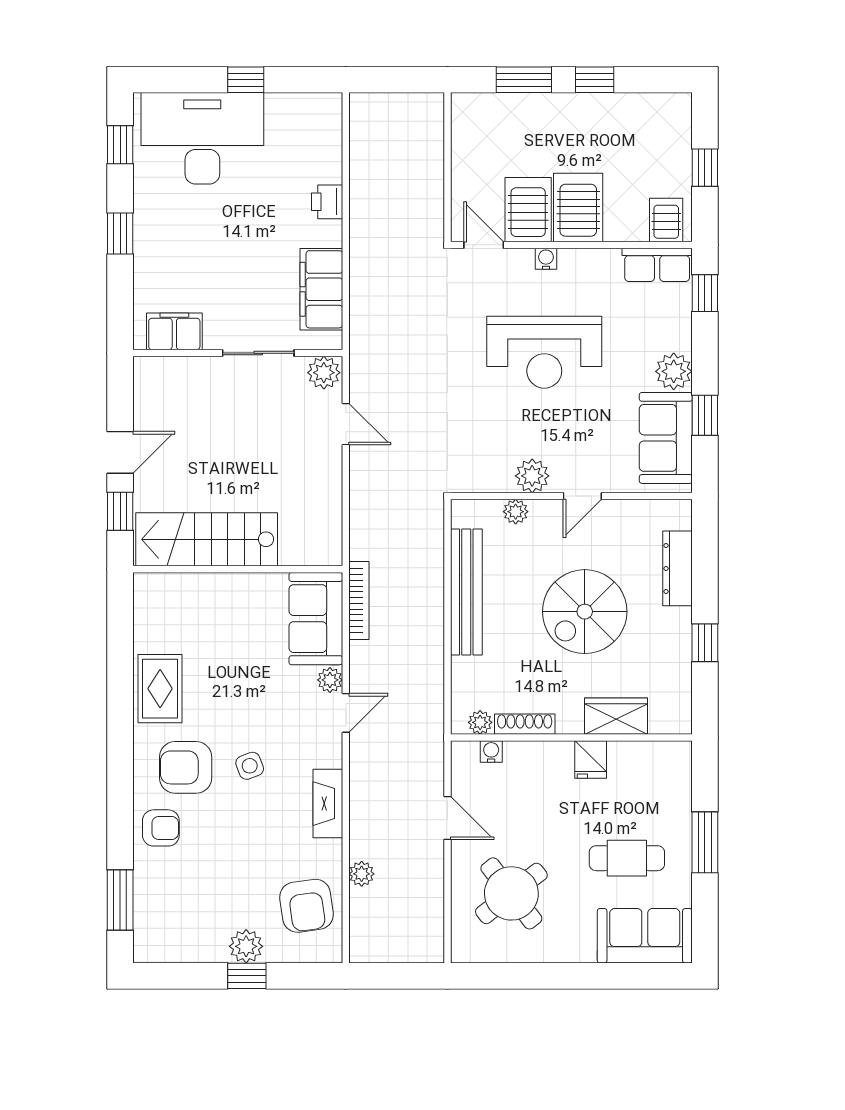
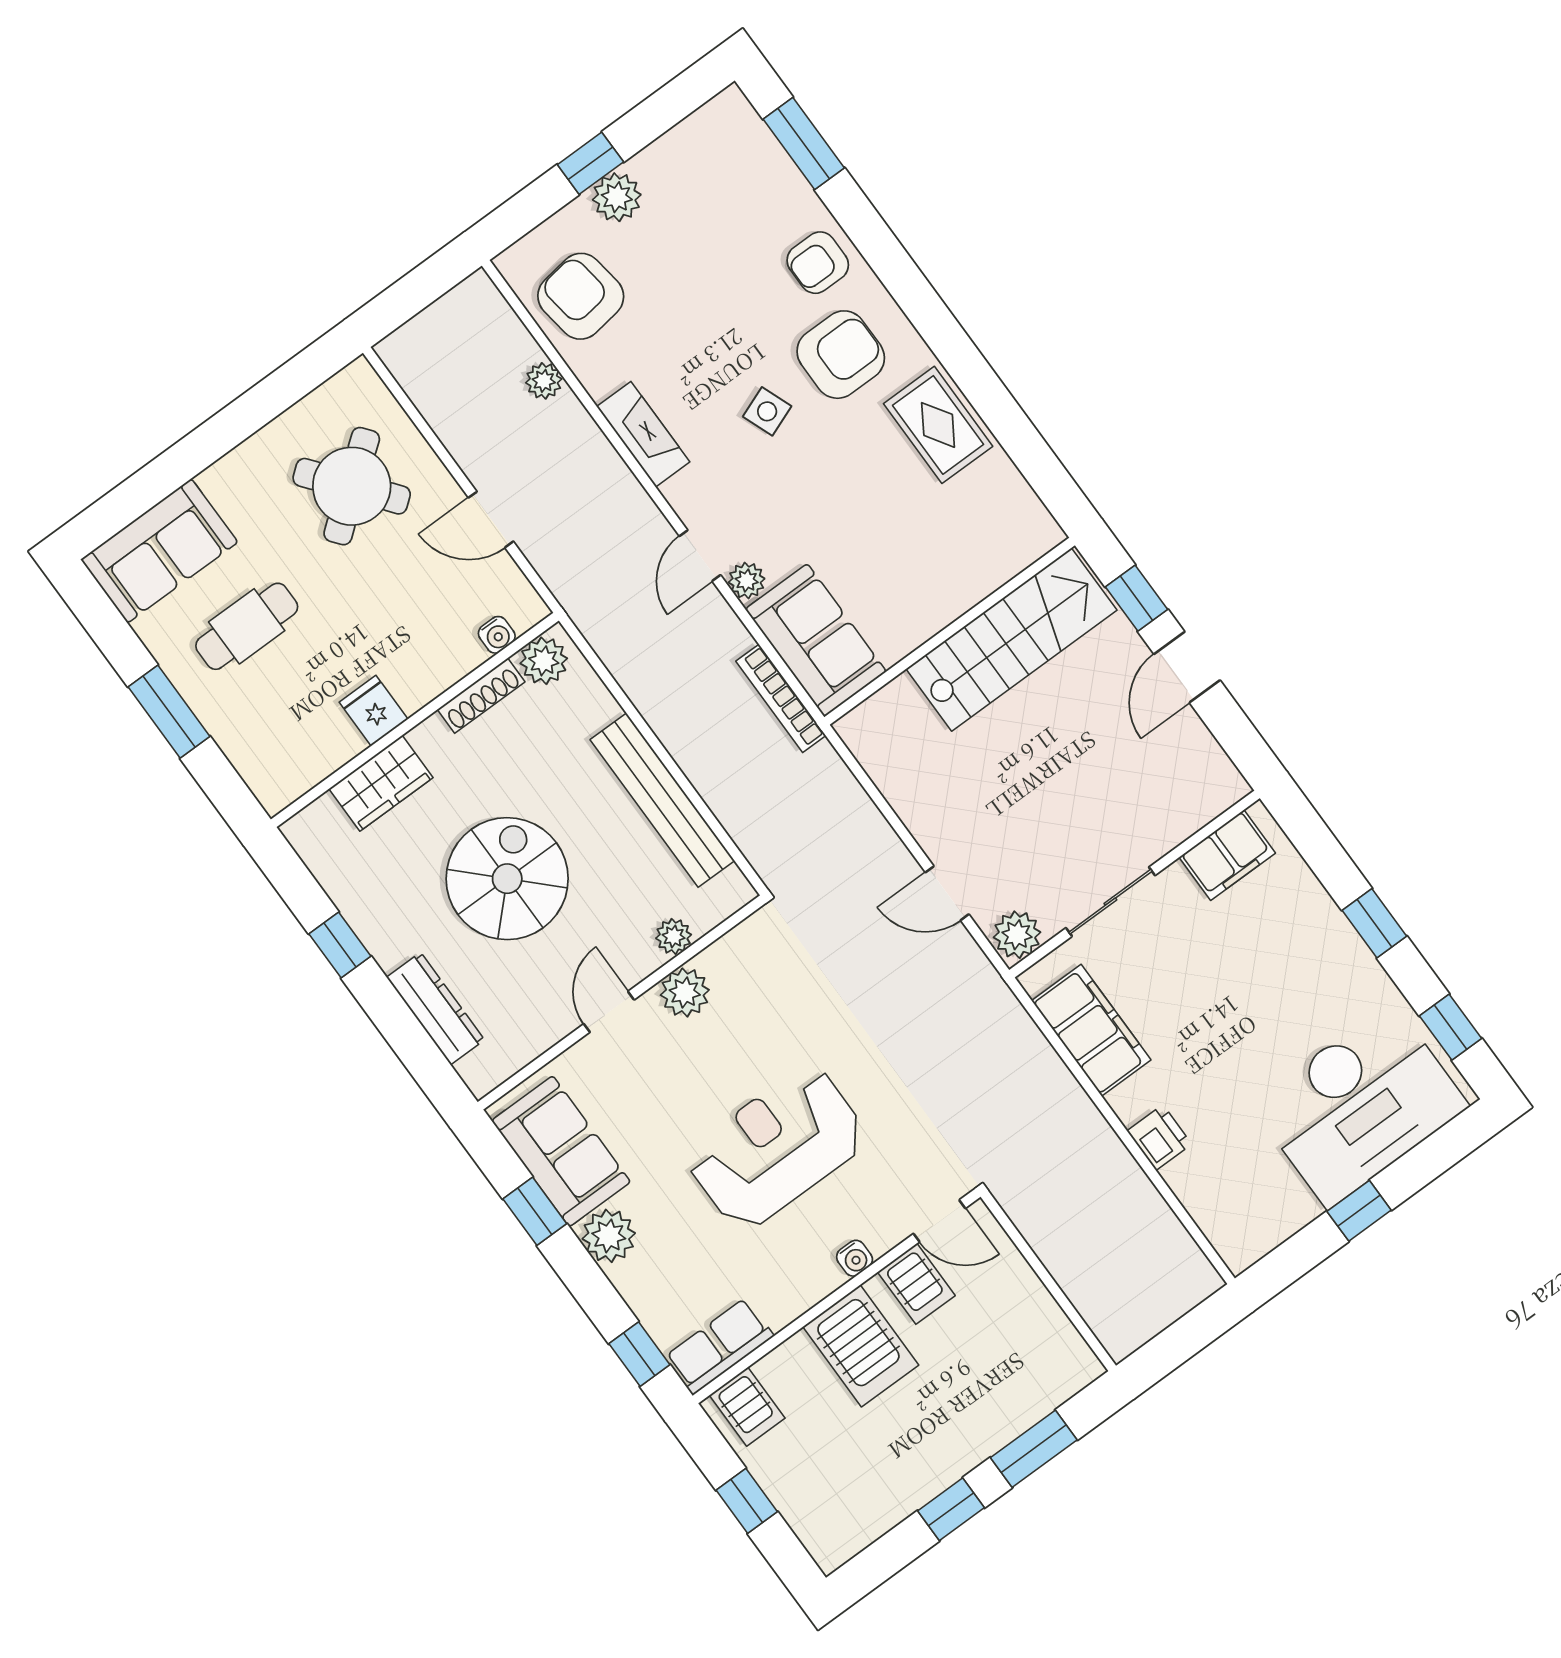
server rack: (528, 210) -> (916, 1284), width x0.73, depth x0.70
plant: (480, 722) -> (544, 661), width x1.38, depth x1.38

